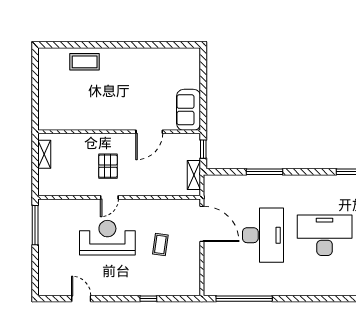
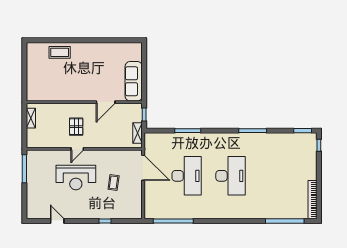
sofa: (189, 110) -> (134, 81), width x1.36
desk: (325, 235) -> (231, 176), turned 90
reception desk: (107, 238) -> (76, 178), turned 180

